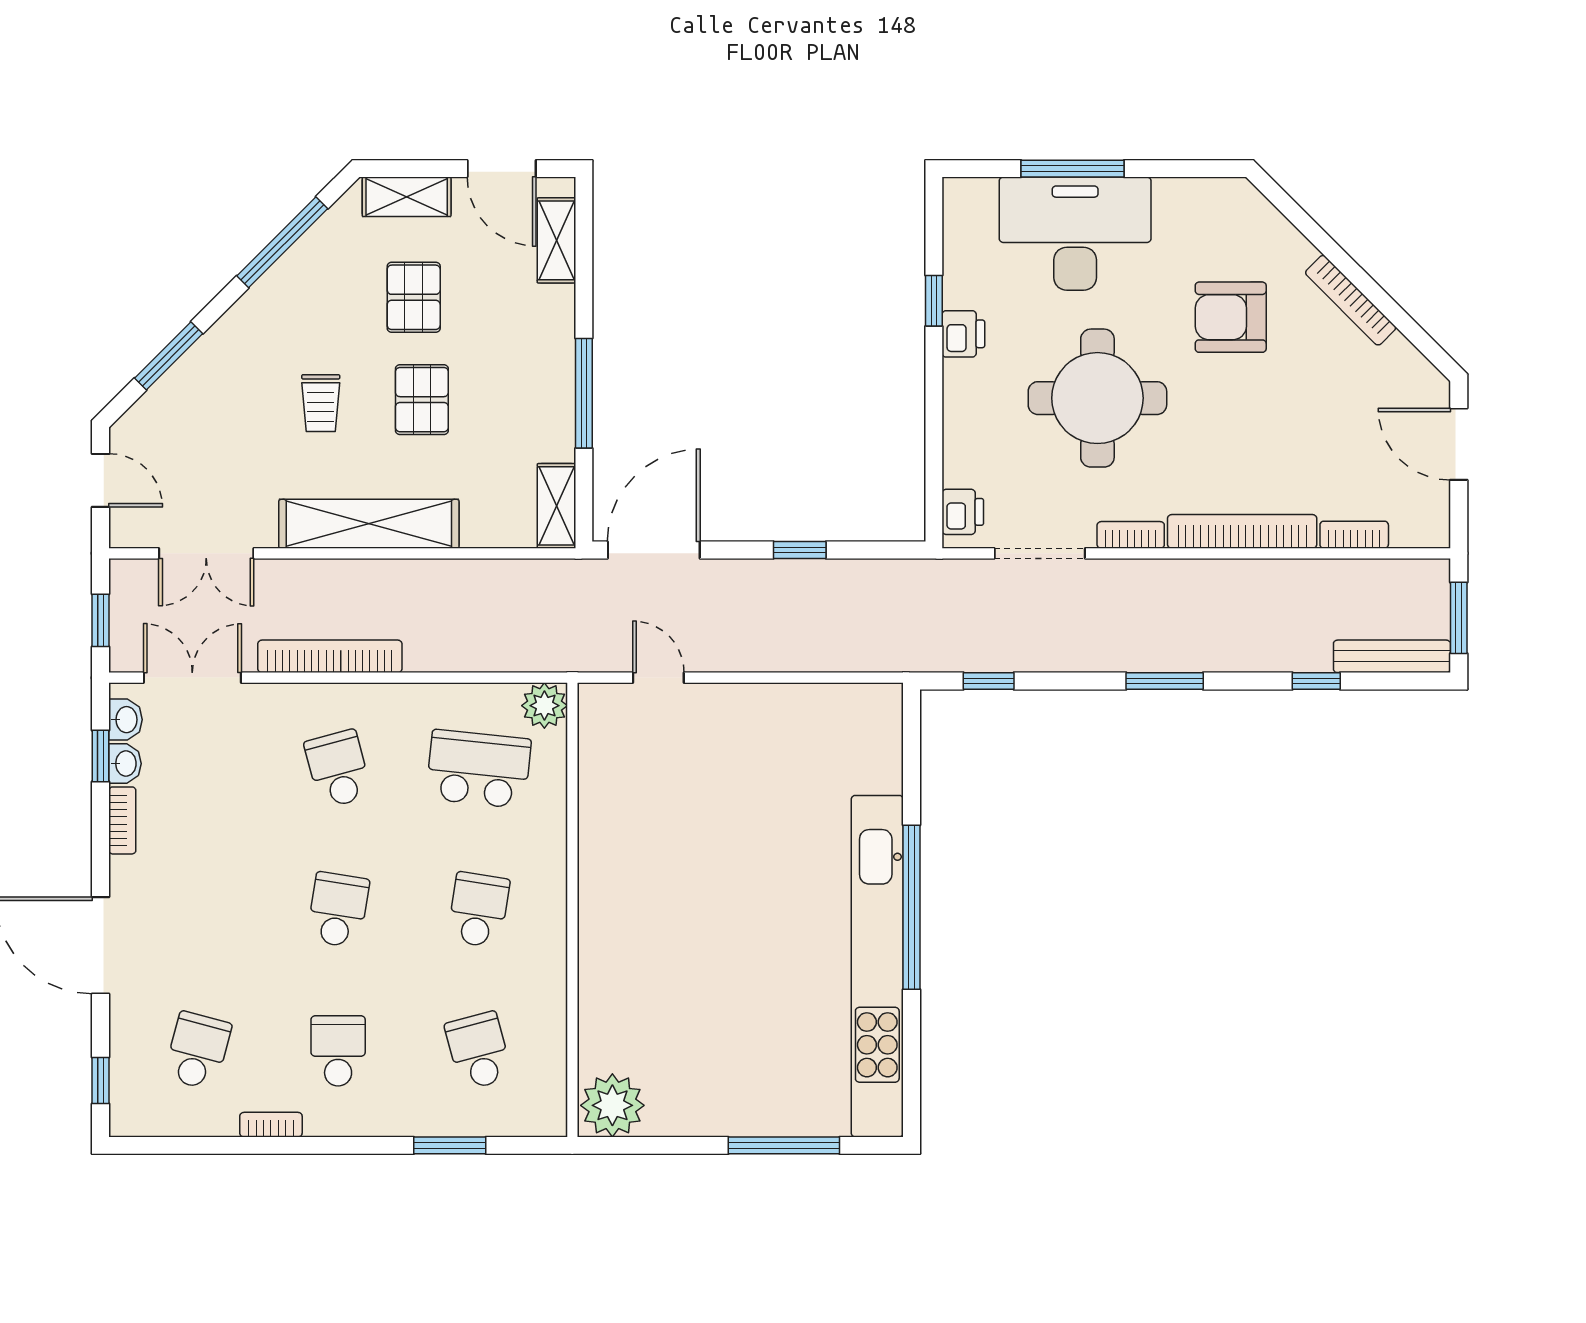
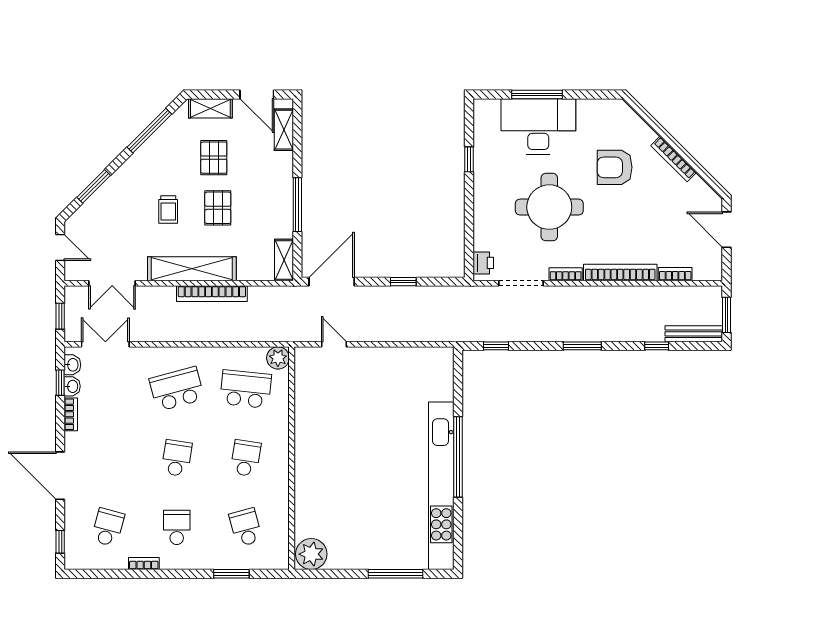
printer: (963, 334) -> (484, 176), removed
bookcase: (330, 656) -> (212, 294), moved, turned 180
school desk: (338, 769) -> (177, 389), width x1.85

